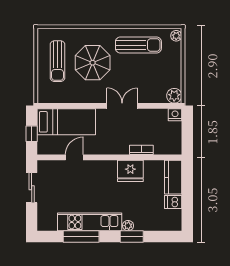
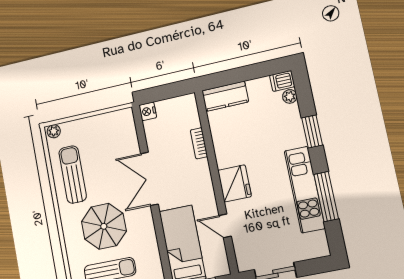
plant: (174, 96) -> (125, 118), removed
double door: (122, 106) -> (149, 179), width x1.37
fridge: (130, 171) -> (235, 183), moved
dishwasher: (173, 202) -> (282, 81), moved, turned 90
plant: (128, 226) -> (290, 96), moved

